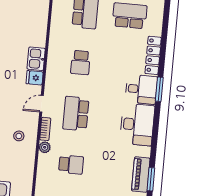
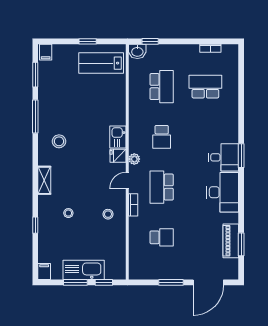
locker: (153, 55) -> (232, 123), removed
plant: (45, 147) -> (134, 159), moved

